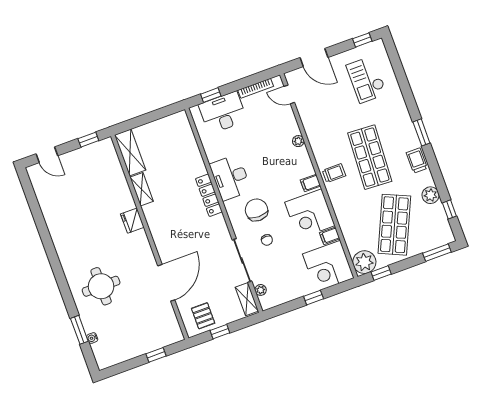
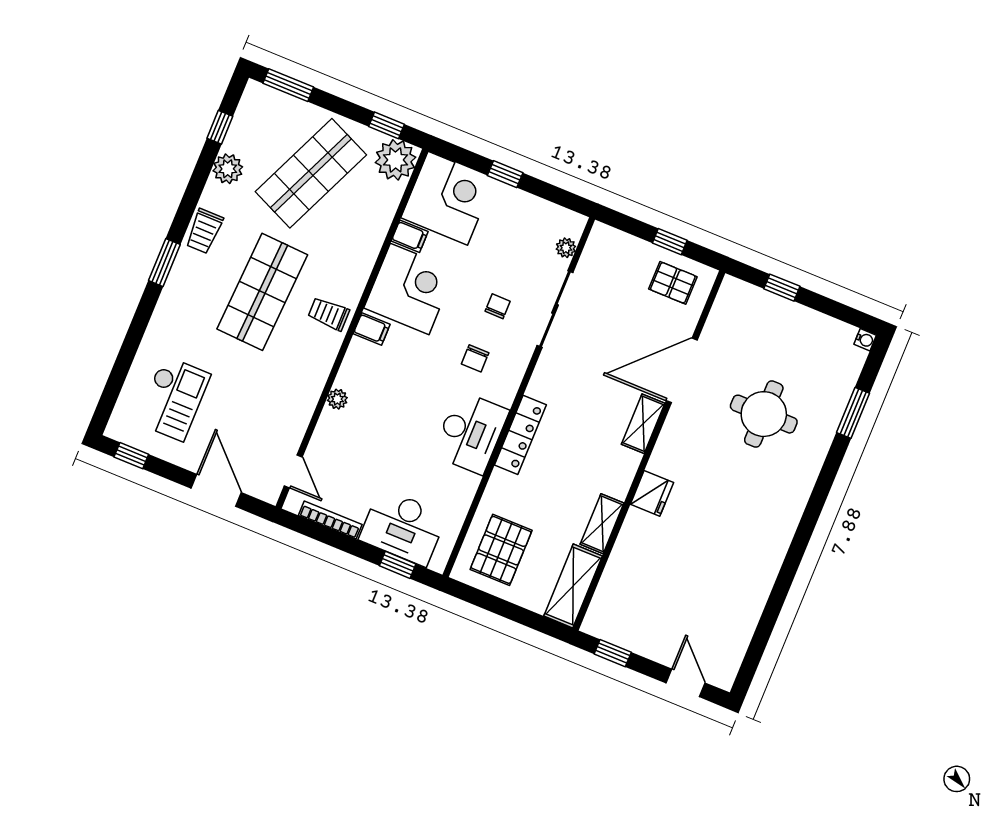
pallet: (174, 140) -> (501, 550), added
chair: (257, 210) -> (475, 358), width x0.54, depth x0.54
round table: (101, 286) -> (764, 414), moved
shelving: (247, 299) -> (643, 424), moved
pallet: (203, 316) -> (673, 283), turned 90
water cooler: (92, 338) -> (865, 340), moved

